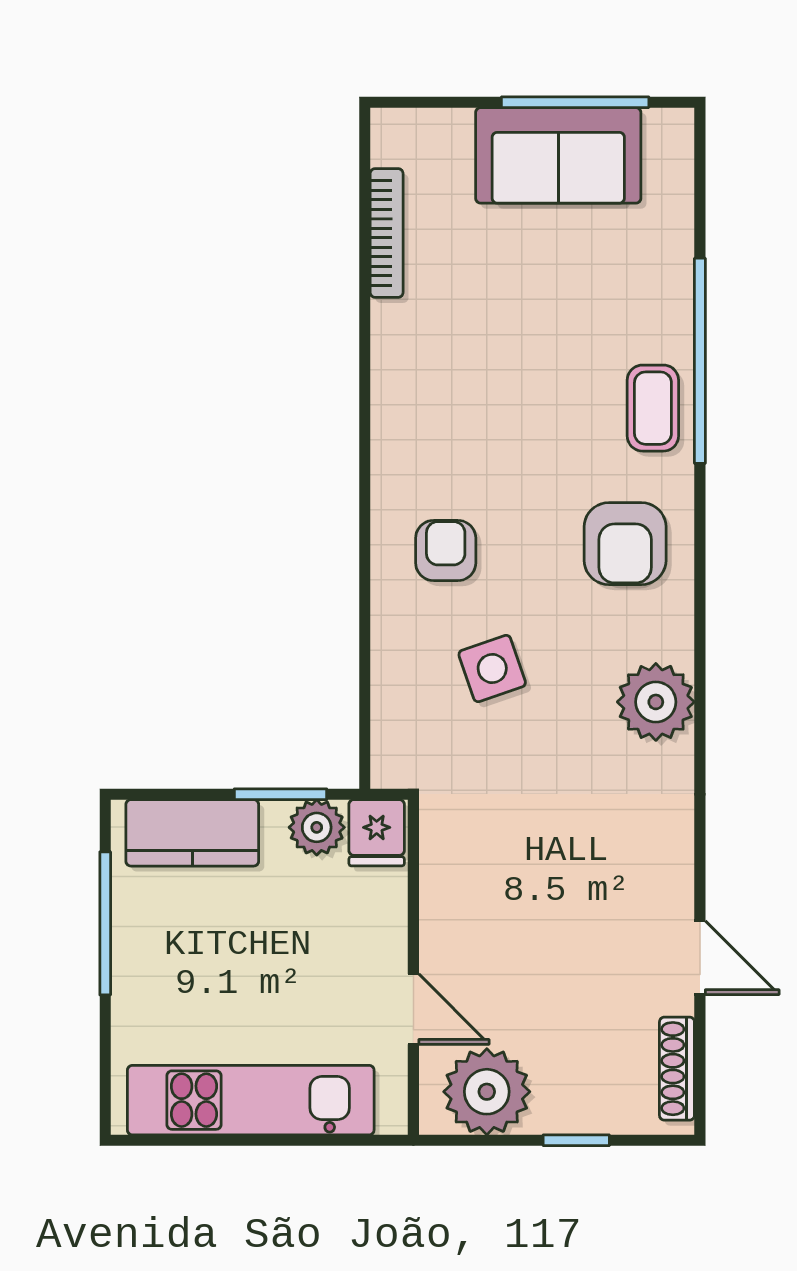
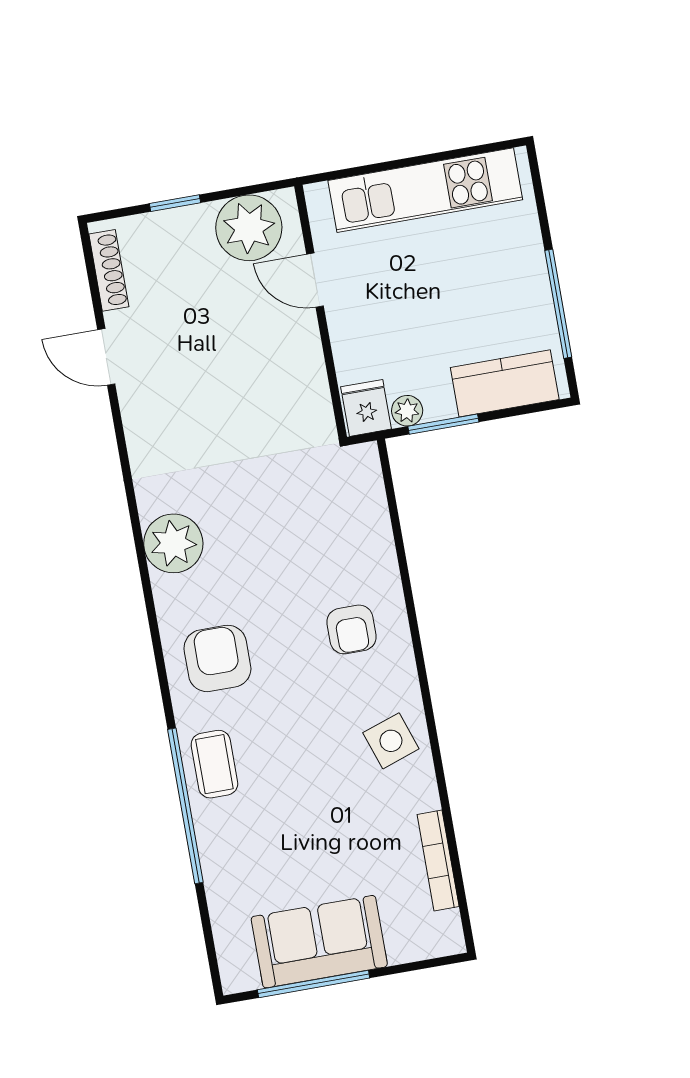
side table: (492, 669) -> (391, 741), moved
plant: (317, 827) -> (407, 411), width x0.73, depth x0.73

